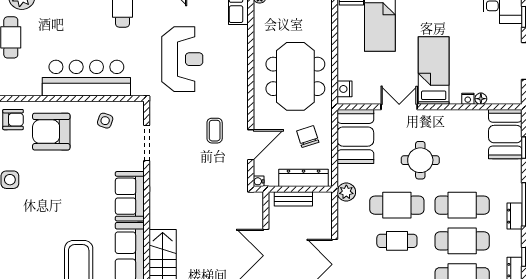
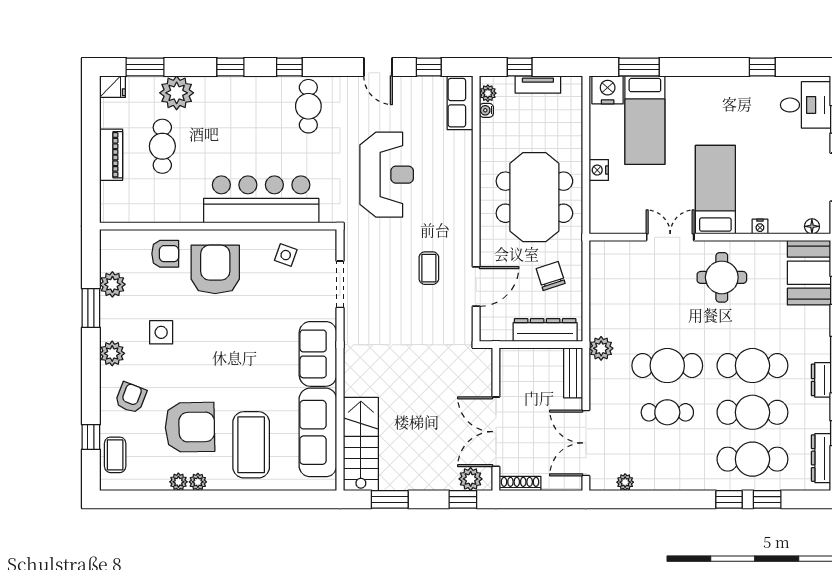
nightstand: (345, 89) -> (599, 170), moved
floor lamp: (481, 99) -> (812, 226), moved
armchair: (51, 132) -> (215, 269), turned 90
booth: (355, 137) -> (613, 276), removed
round table: (420, 160) -> (722, 277), moved
water cooler: (259, 181) -> (486, 110), moved
bench: (293, 199) -> (573, 373), moved, turned 90
armchair: (32, 252) -> (190, 427), added

